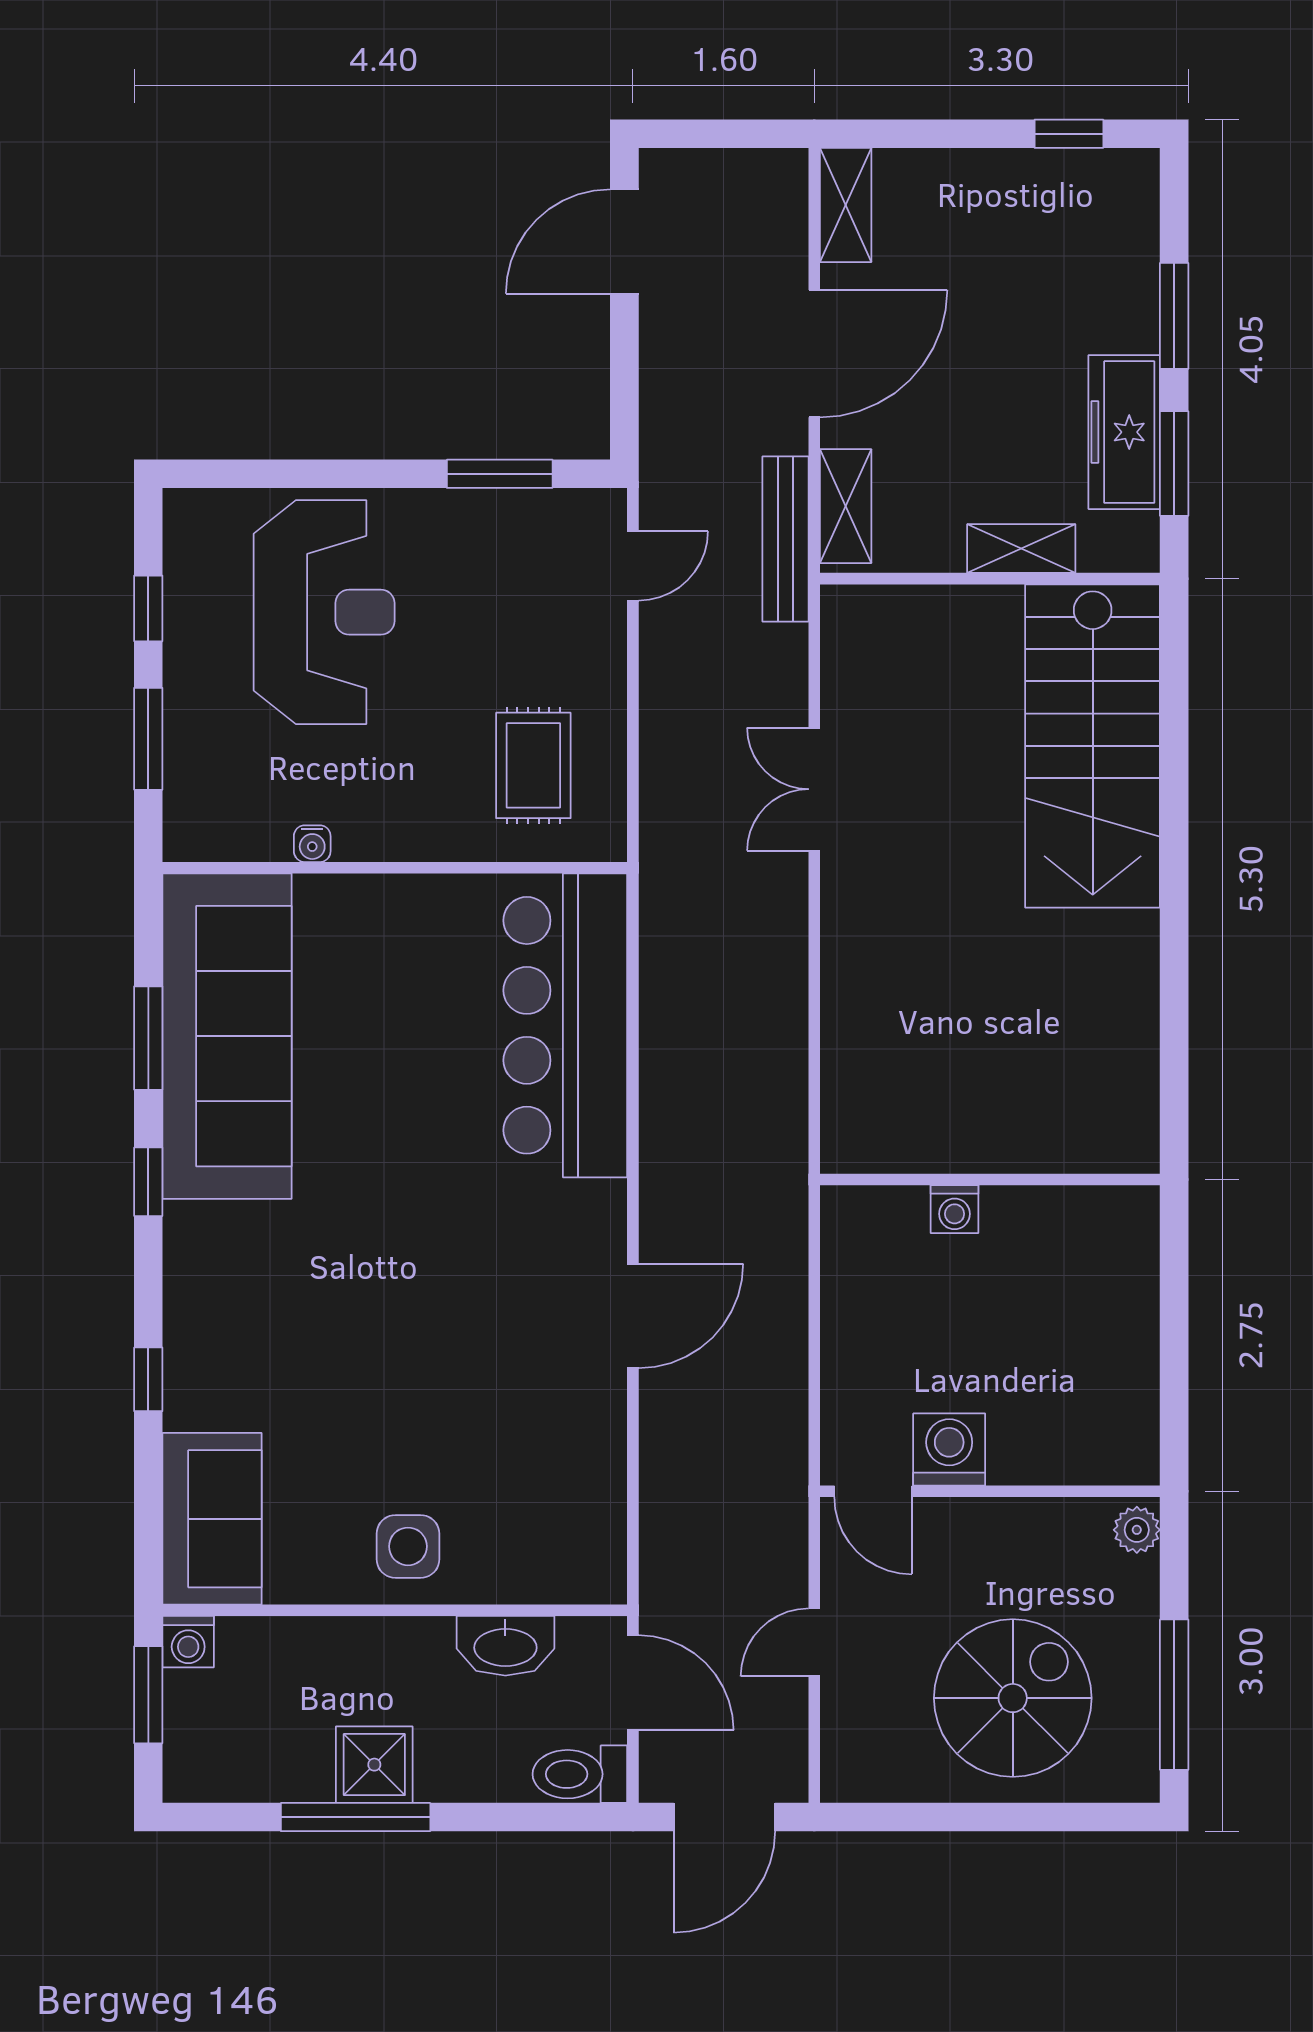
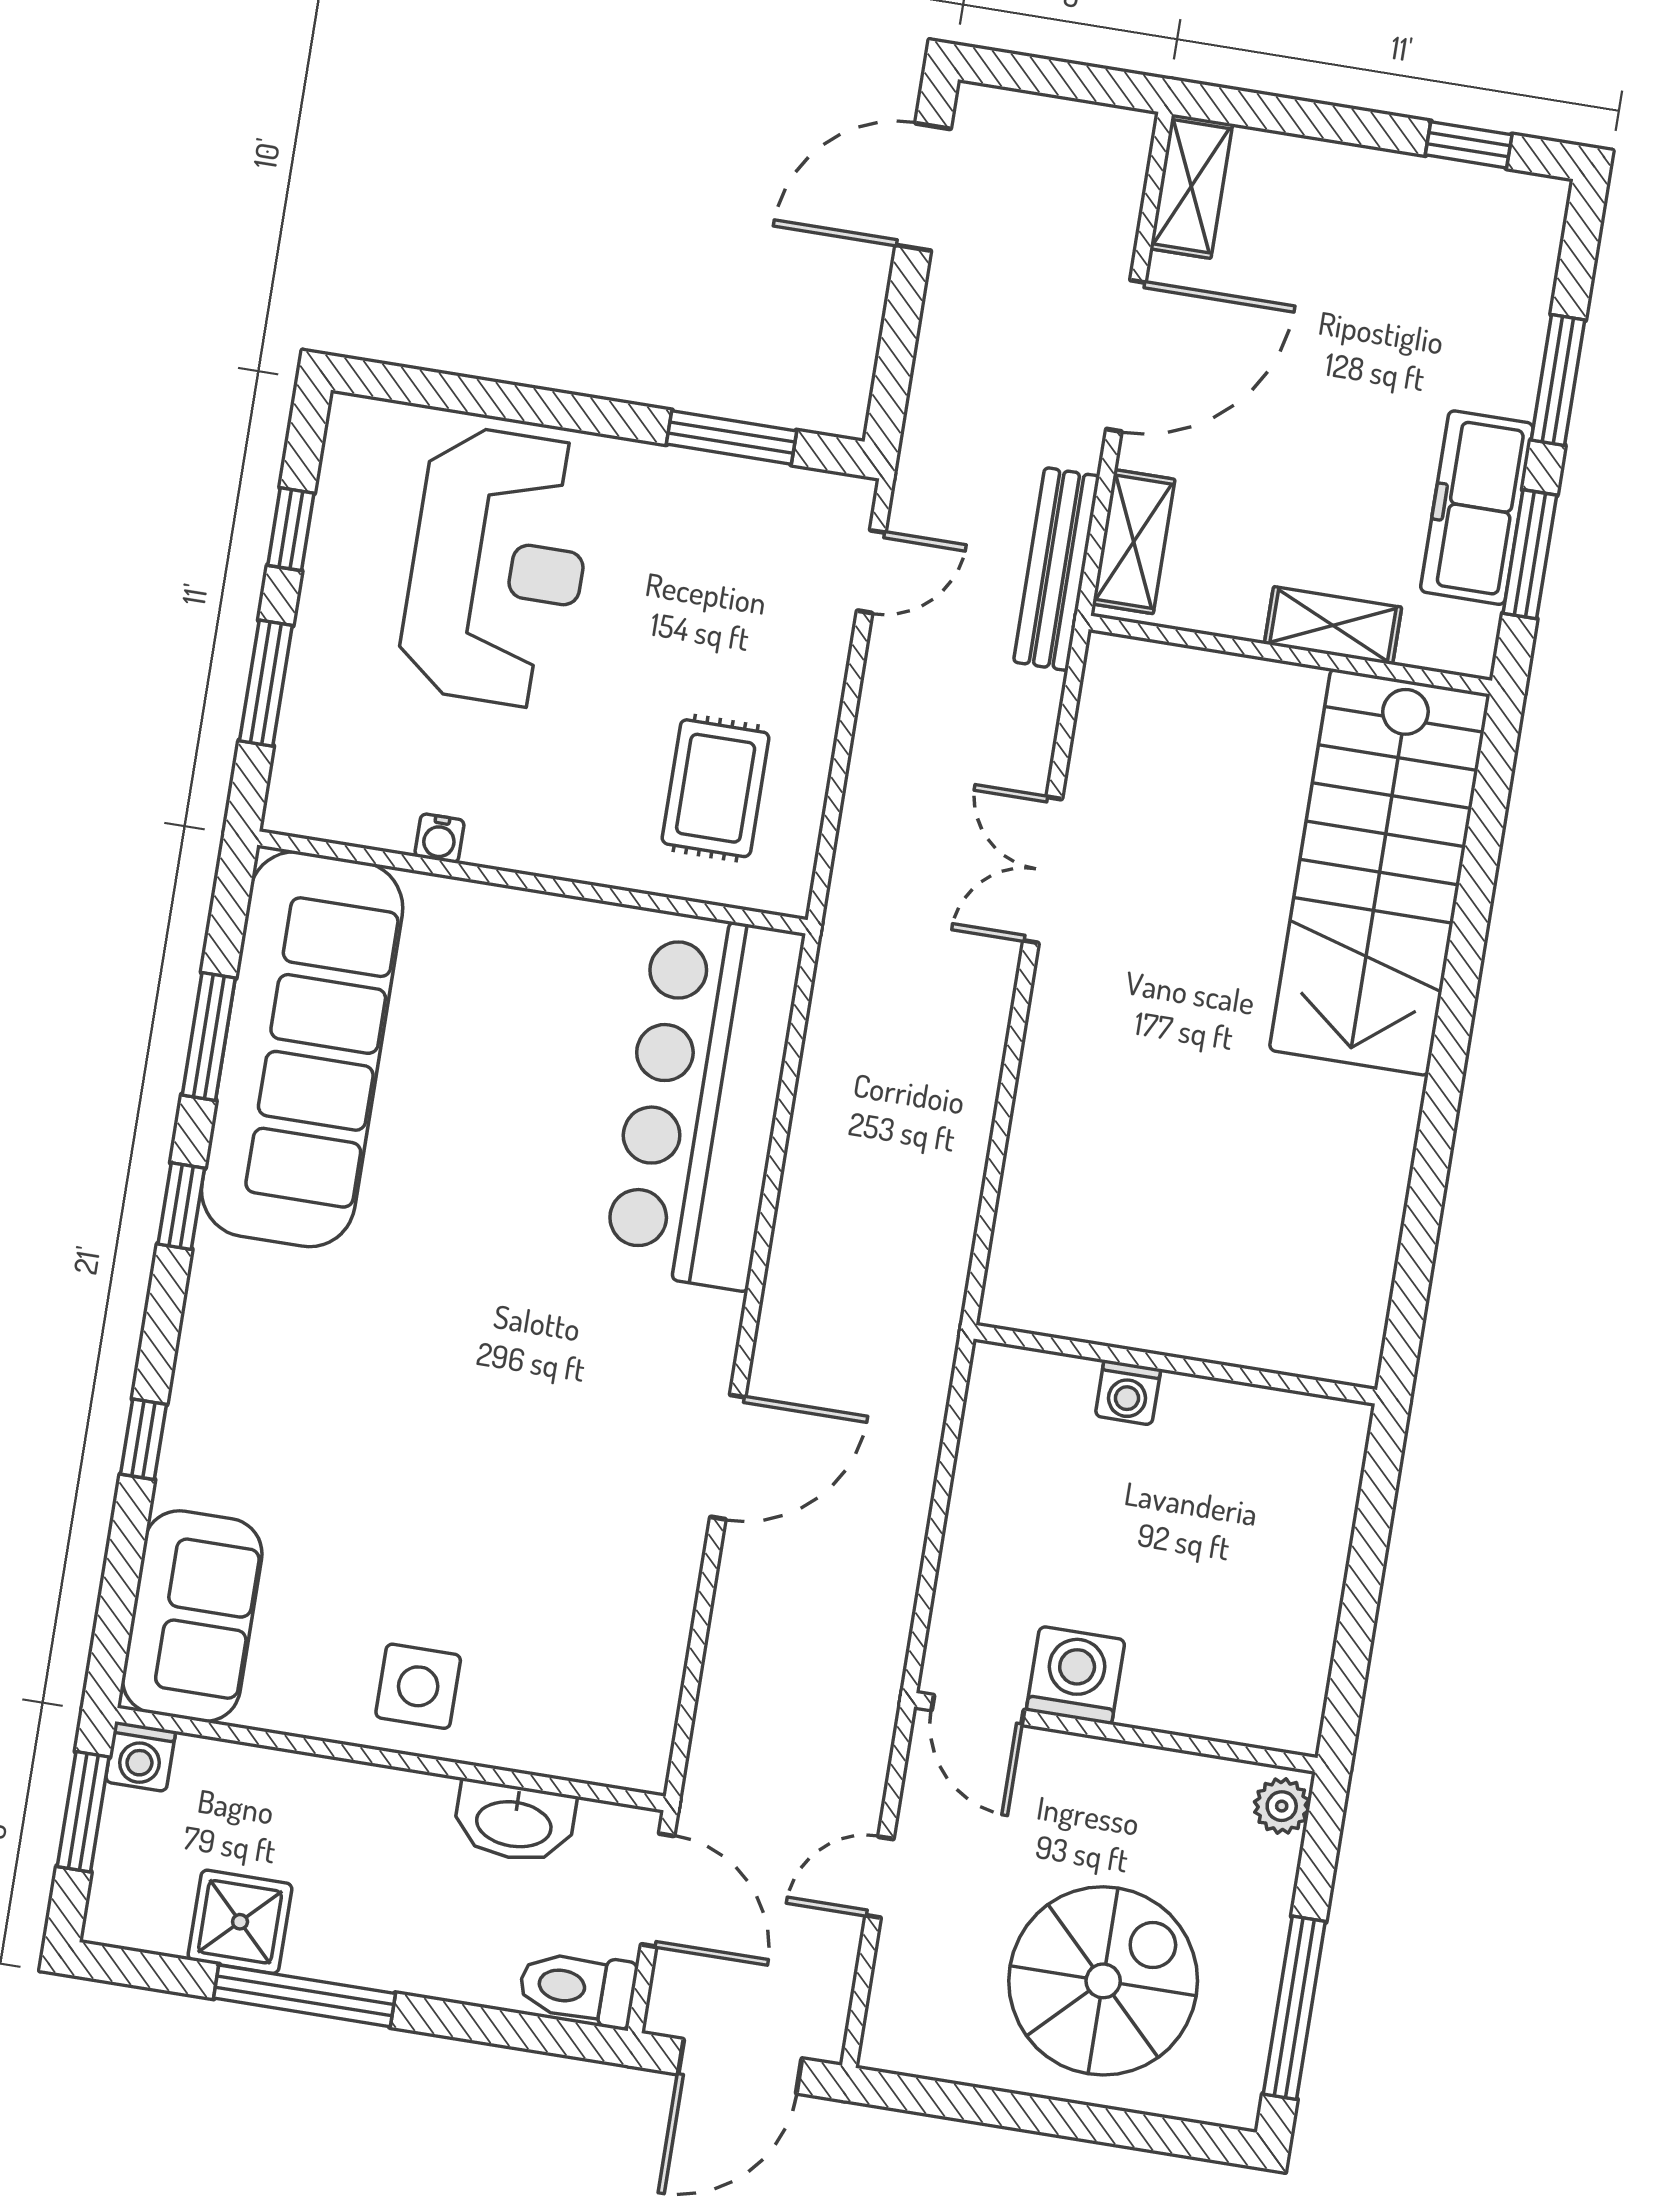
shower: (374, 1765) -> (240, 1922), moved

